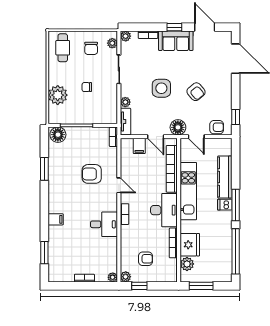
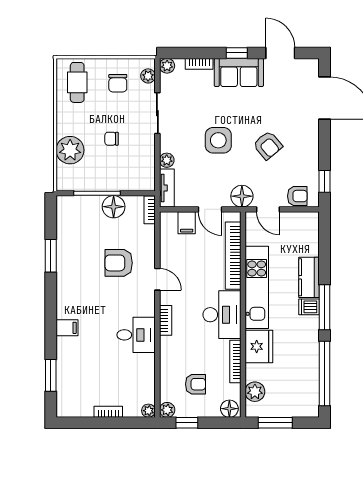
floor lamp: (58, 135) -> (114, 207), moved
kitchen counter: (225, 177) -> (309, 277), width x0.67
fridge: (190, 245) -> (259, 346), moved
floor lamp: (169, 276) -> (229, 409), added

